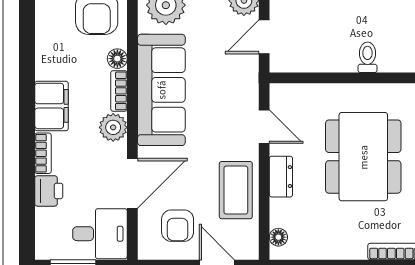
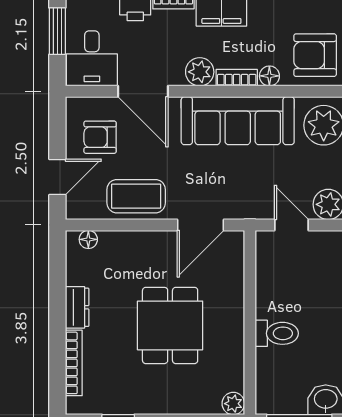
toilet: (368, 57) -> (277, 333), width x1.37, depth x1.39
door: (264, 127) -> (200, 225), width x1.38
dining table: (363, 157) -> (170, 325), width x0.73
dresser: (281, 177) -> (77, 307), moved, turned -90

